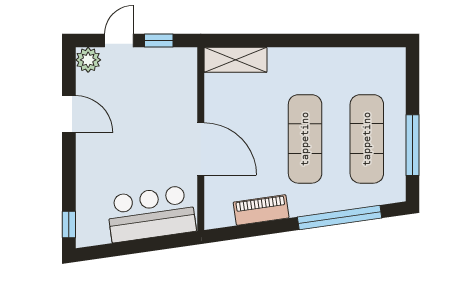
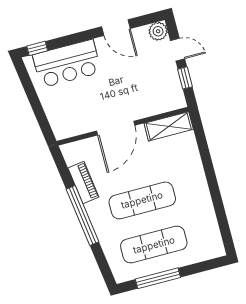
shelving: (236, 60) -> (169, 126), moved, turned 90
door: (69, 114) -> (116, 28), hinge flipped
bar counter: (151, 214) -> (67, 64), moved, turned 98
window: (340, 218) -> (82, 215), moved

